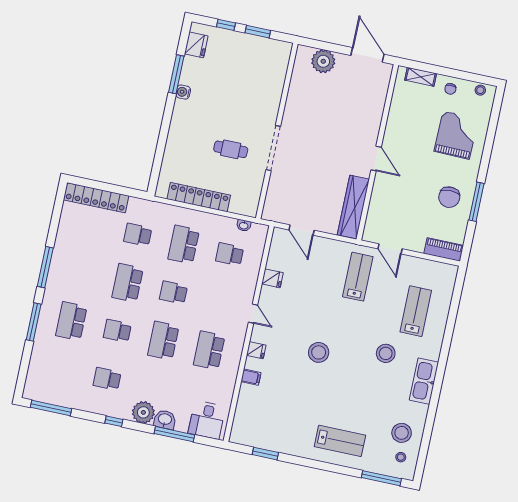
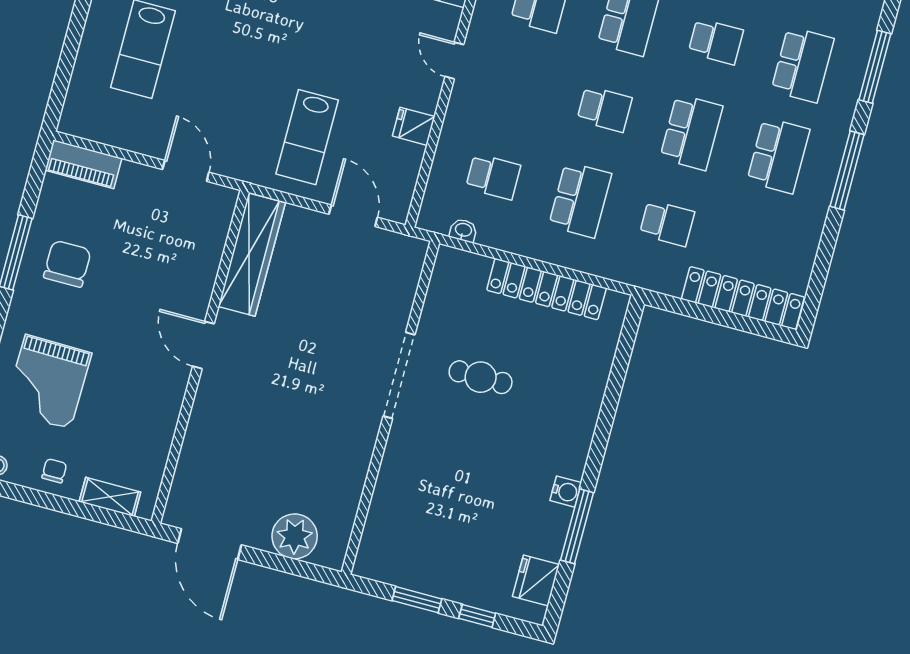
school desk: (82, 273) -> (778, 156), added
lab bench: (358, 277) -> (307, 137), moved

